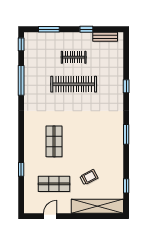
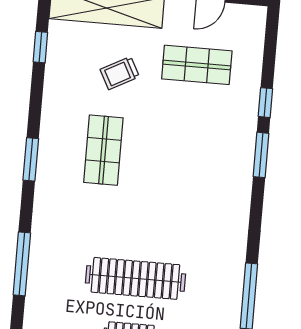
window: (126, 86) -> (22, 264), width x2.17
shop shelf: (54, 141) -> (103, 150), moved
window: (21, 145) -> (261, 155), added

